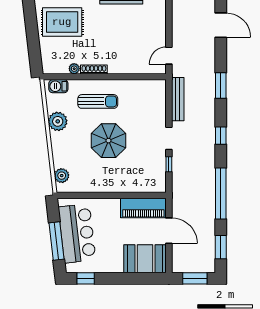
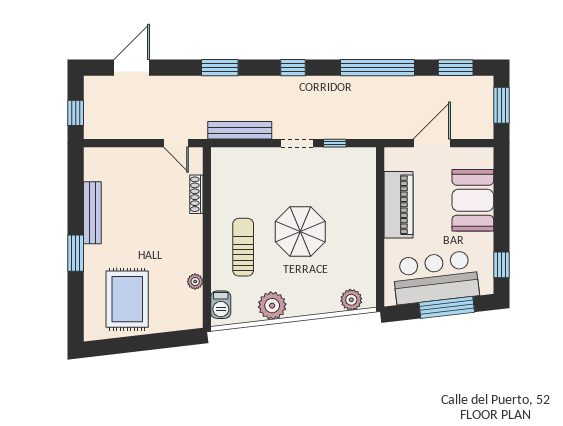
shoe rack: (94, 69) -> (196, 194), moved
piano: (143, 208) -> (399, 205), moved
booth: (145, 259) -> (473, 200), moved

